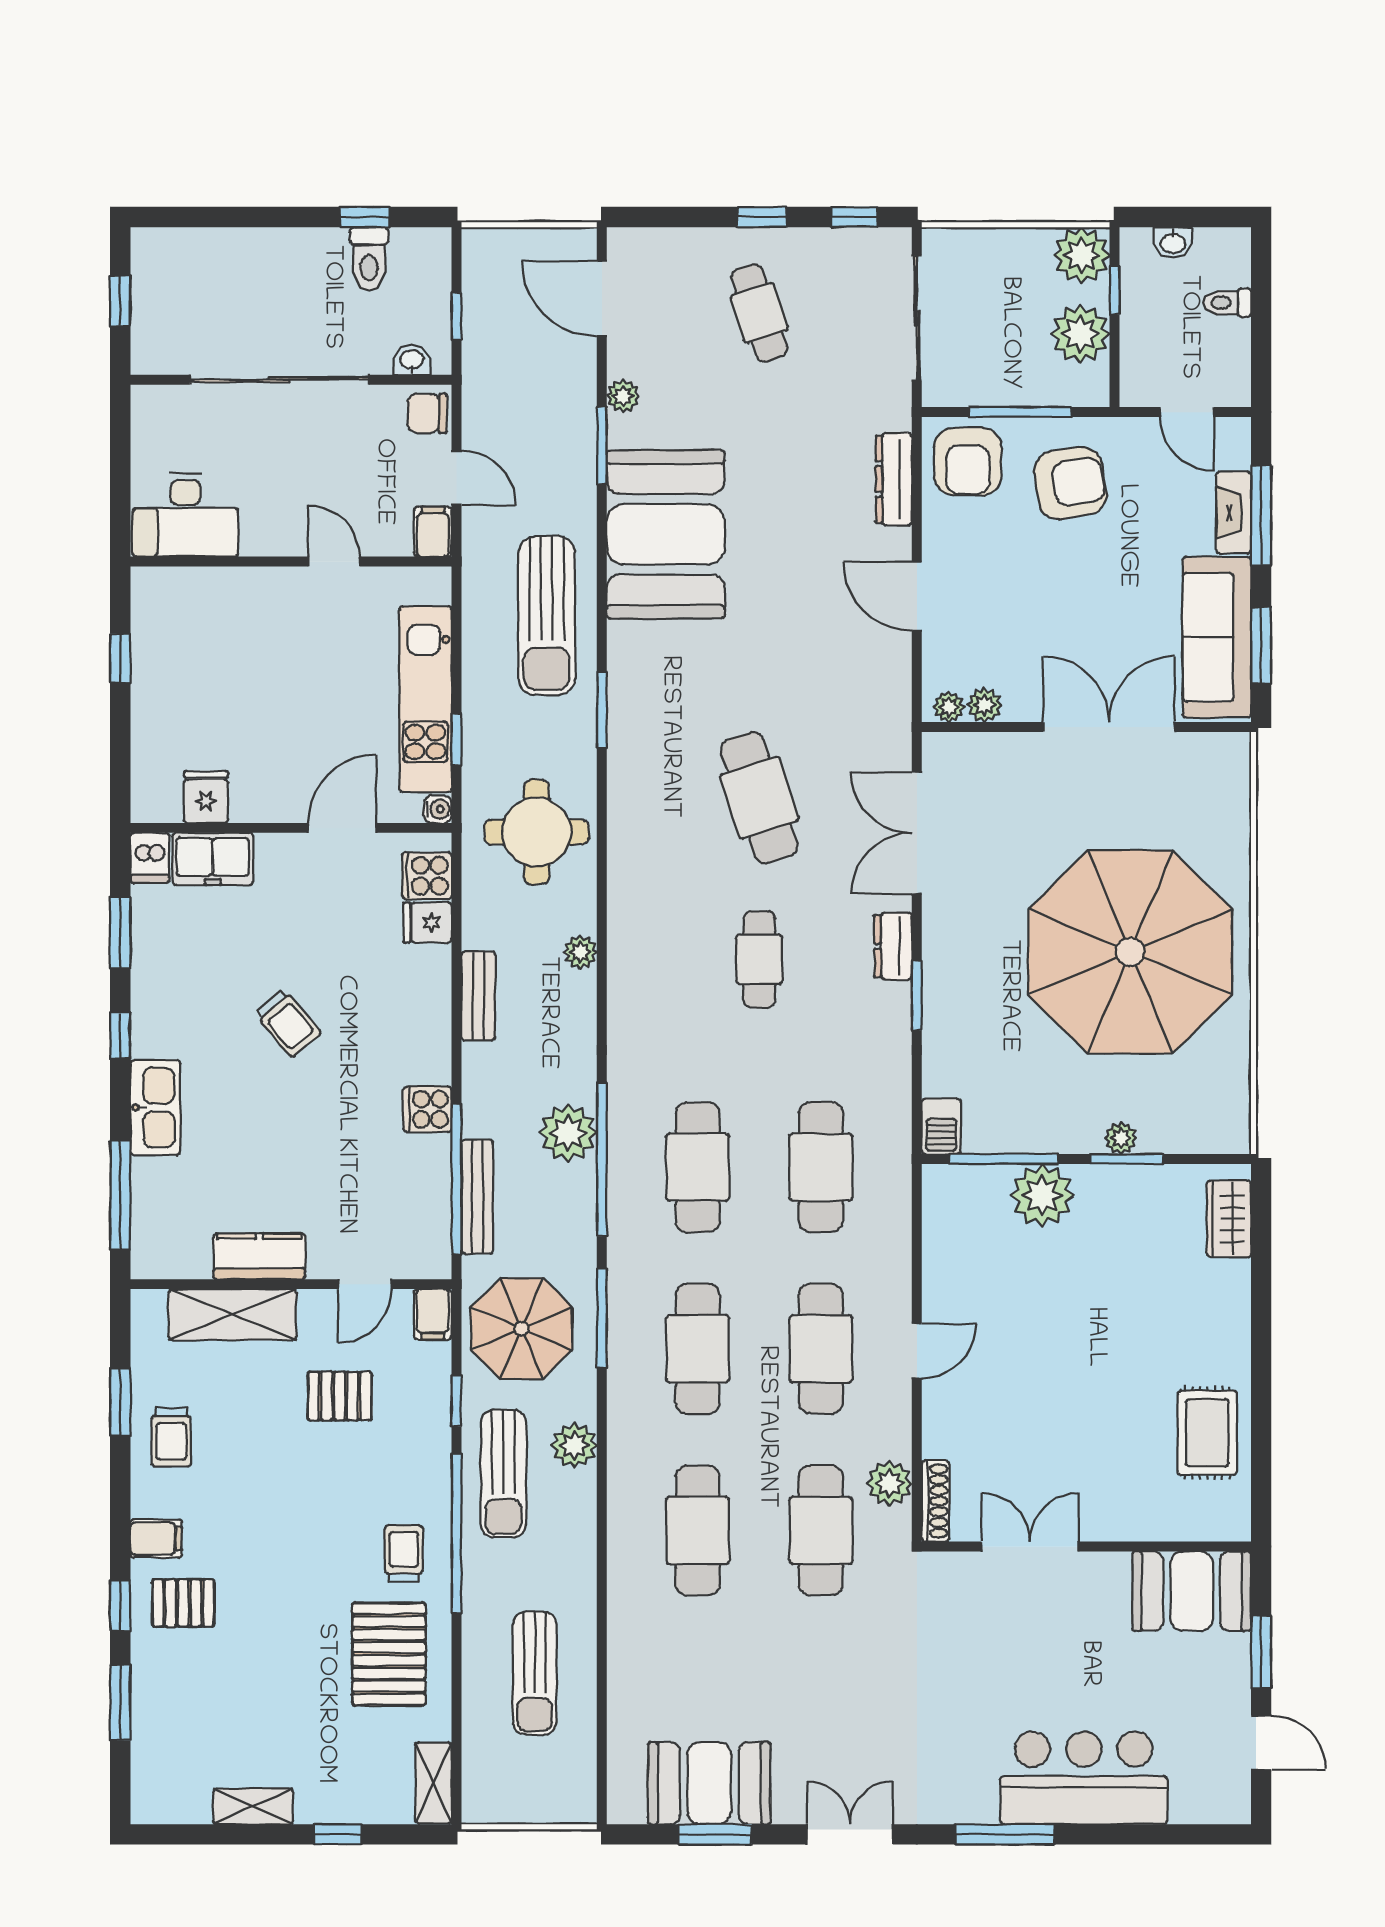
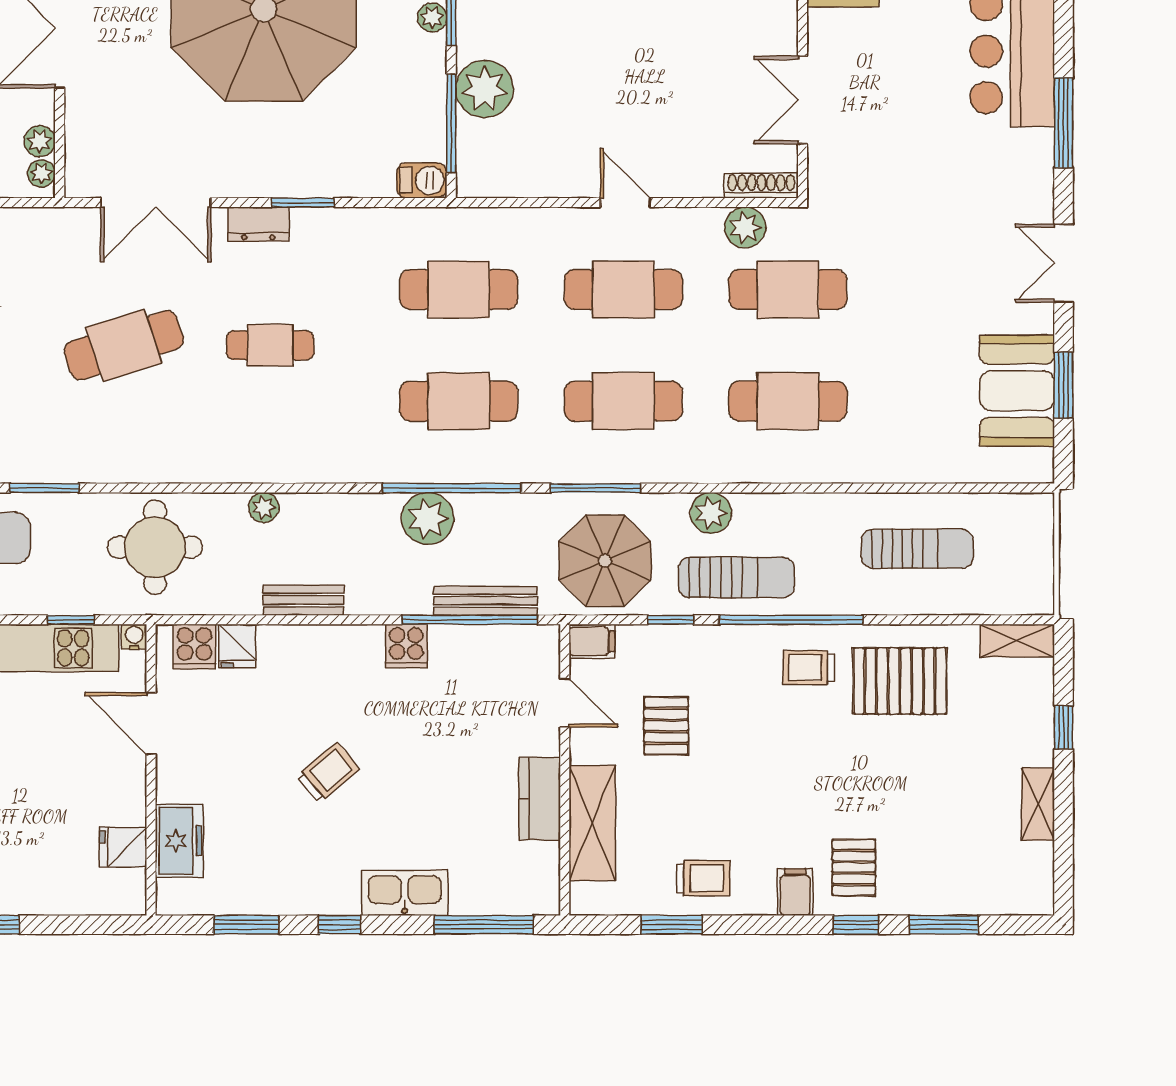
dishwasher: (150, 858) -> (178, 898), removed

